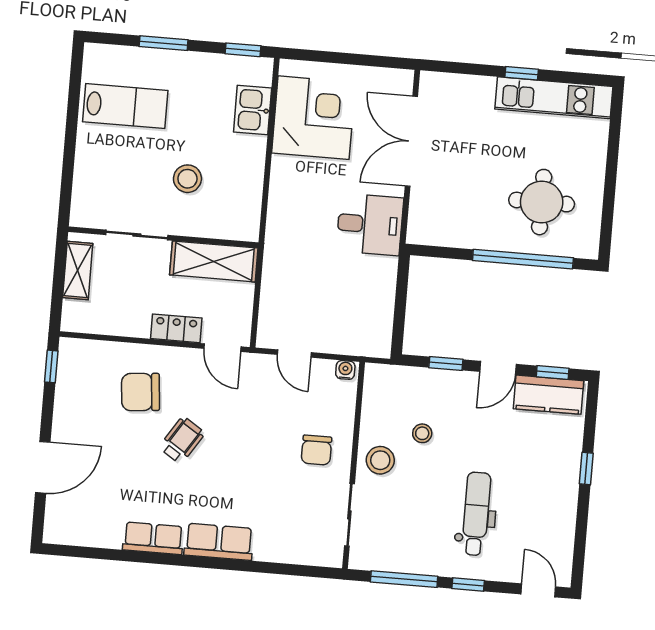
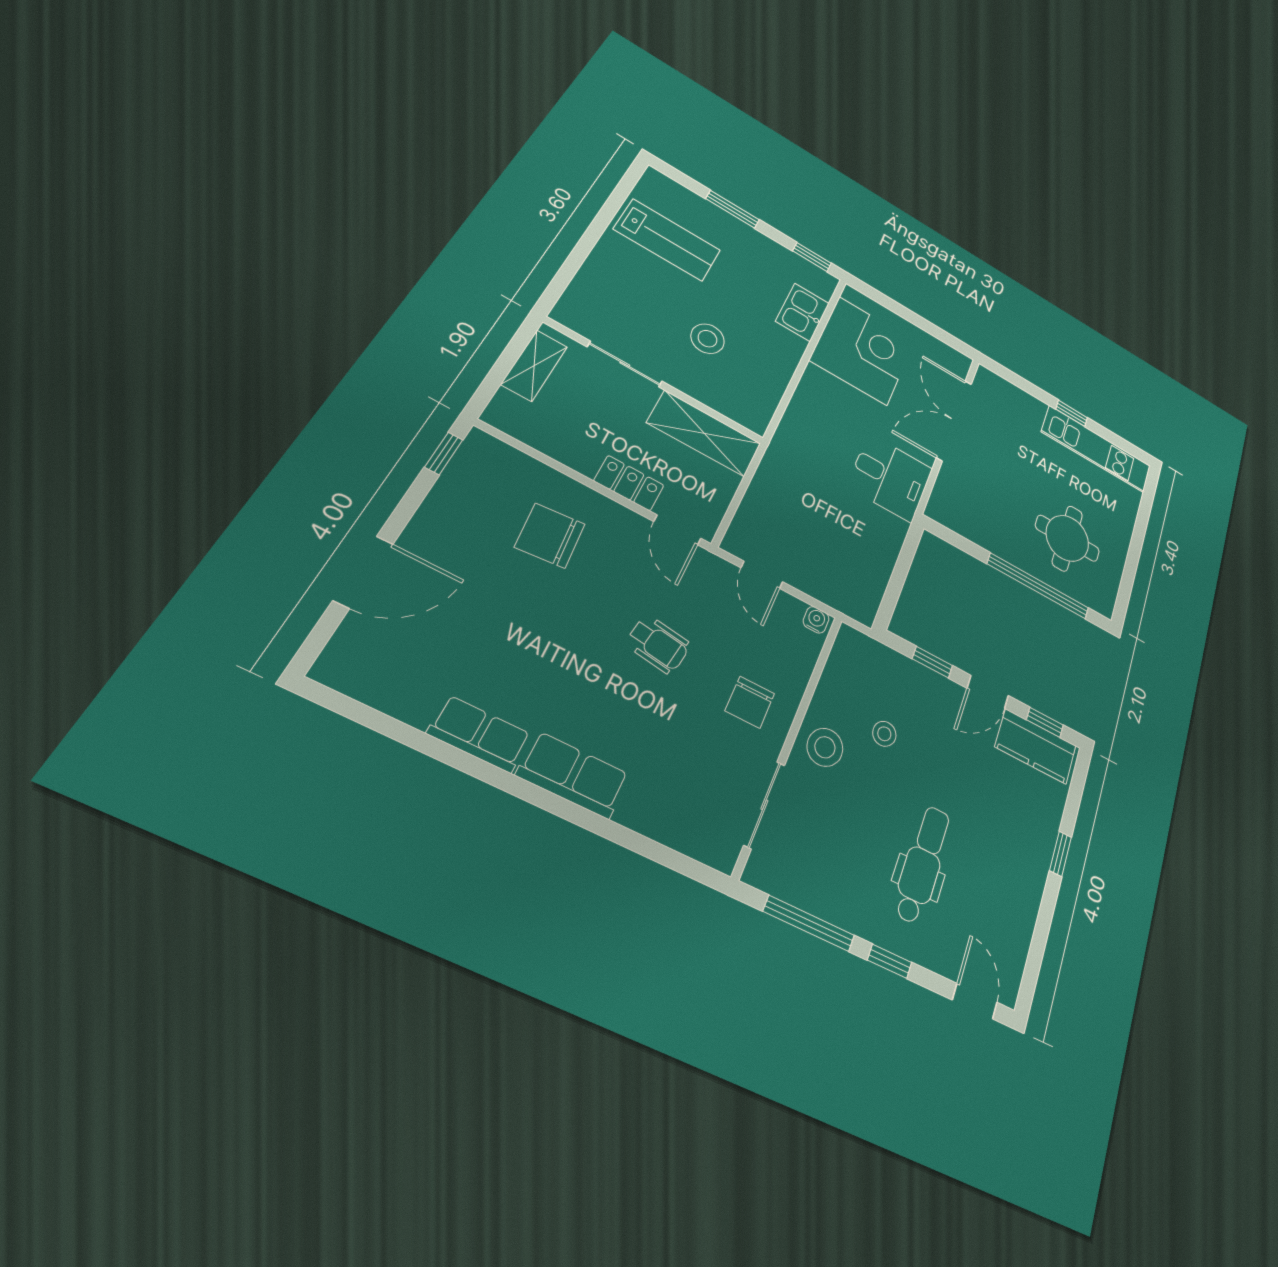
wheelchair: (182, 440) -> (658, 644), moved, turned 65

